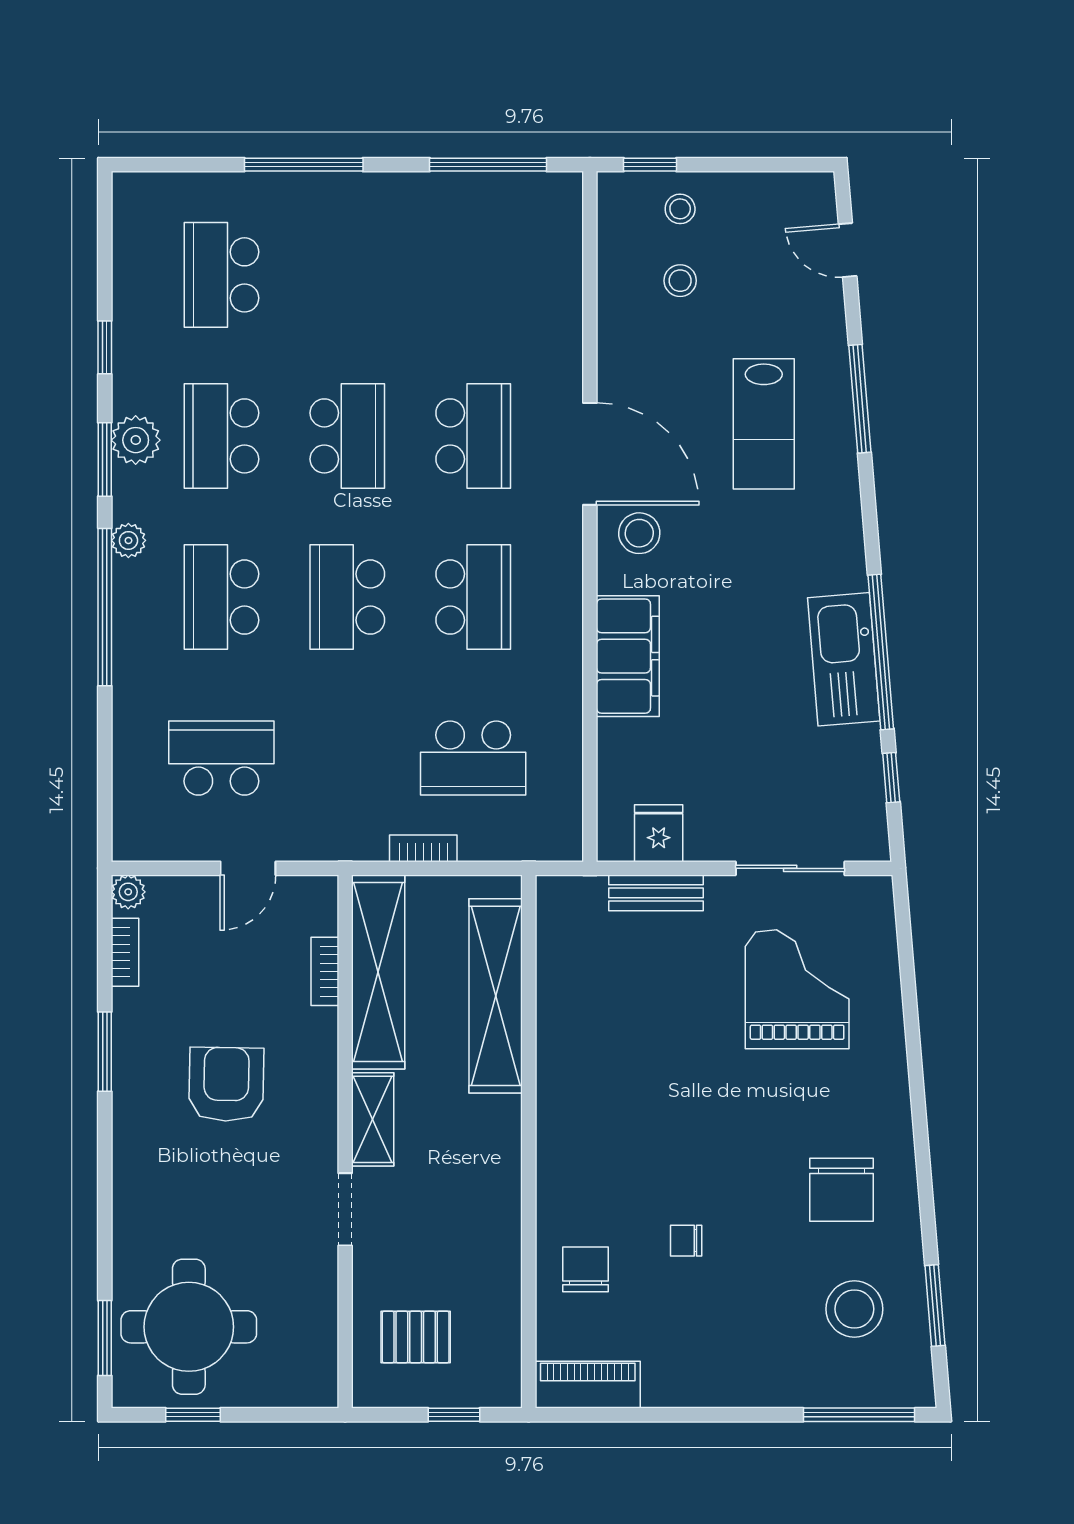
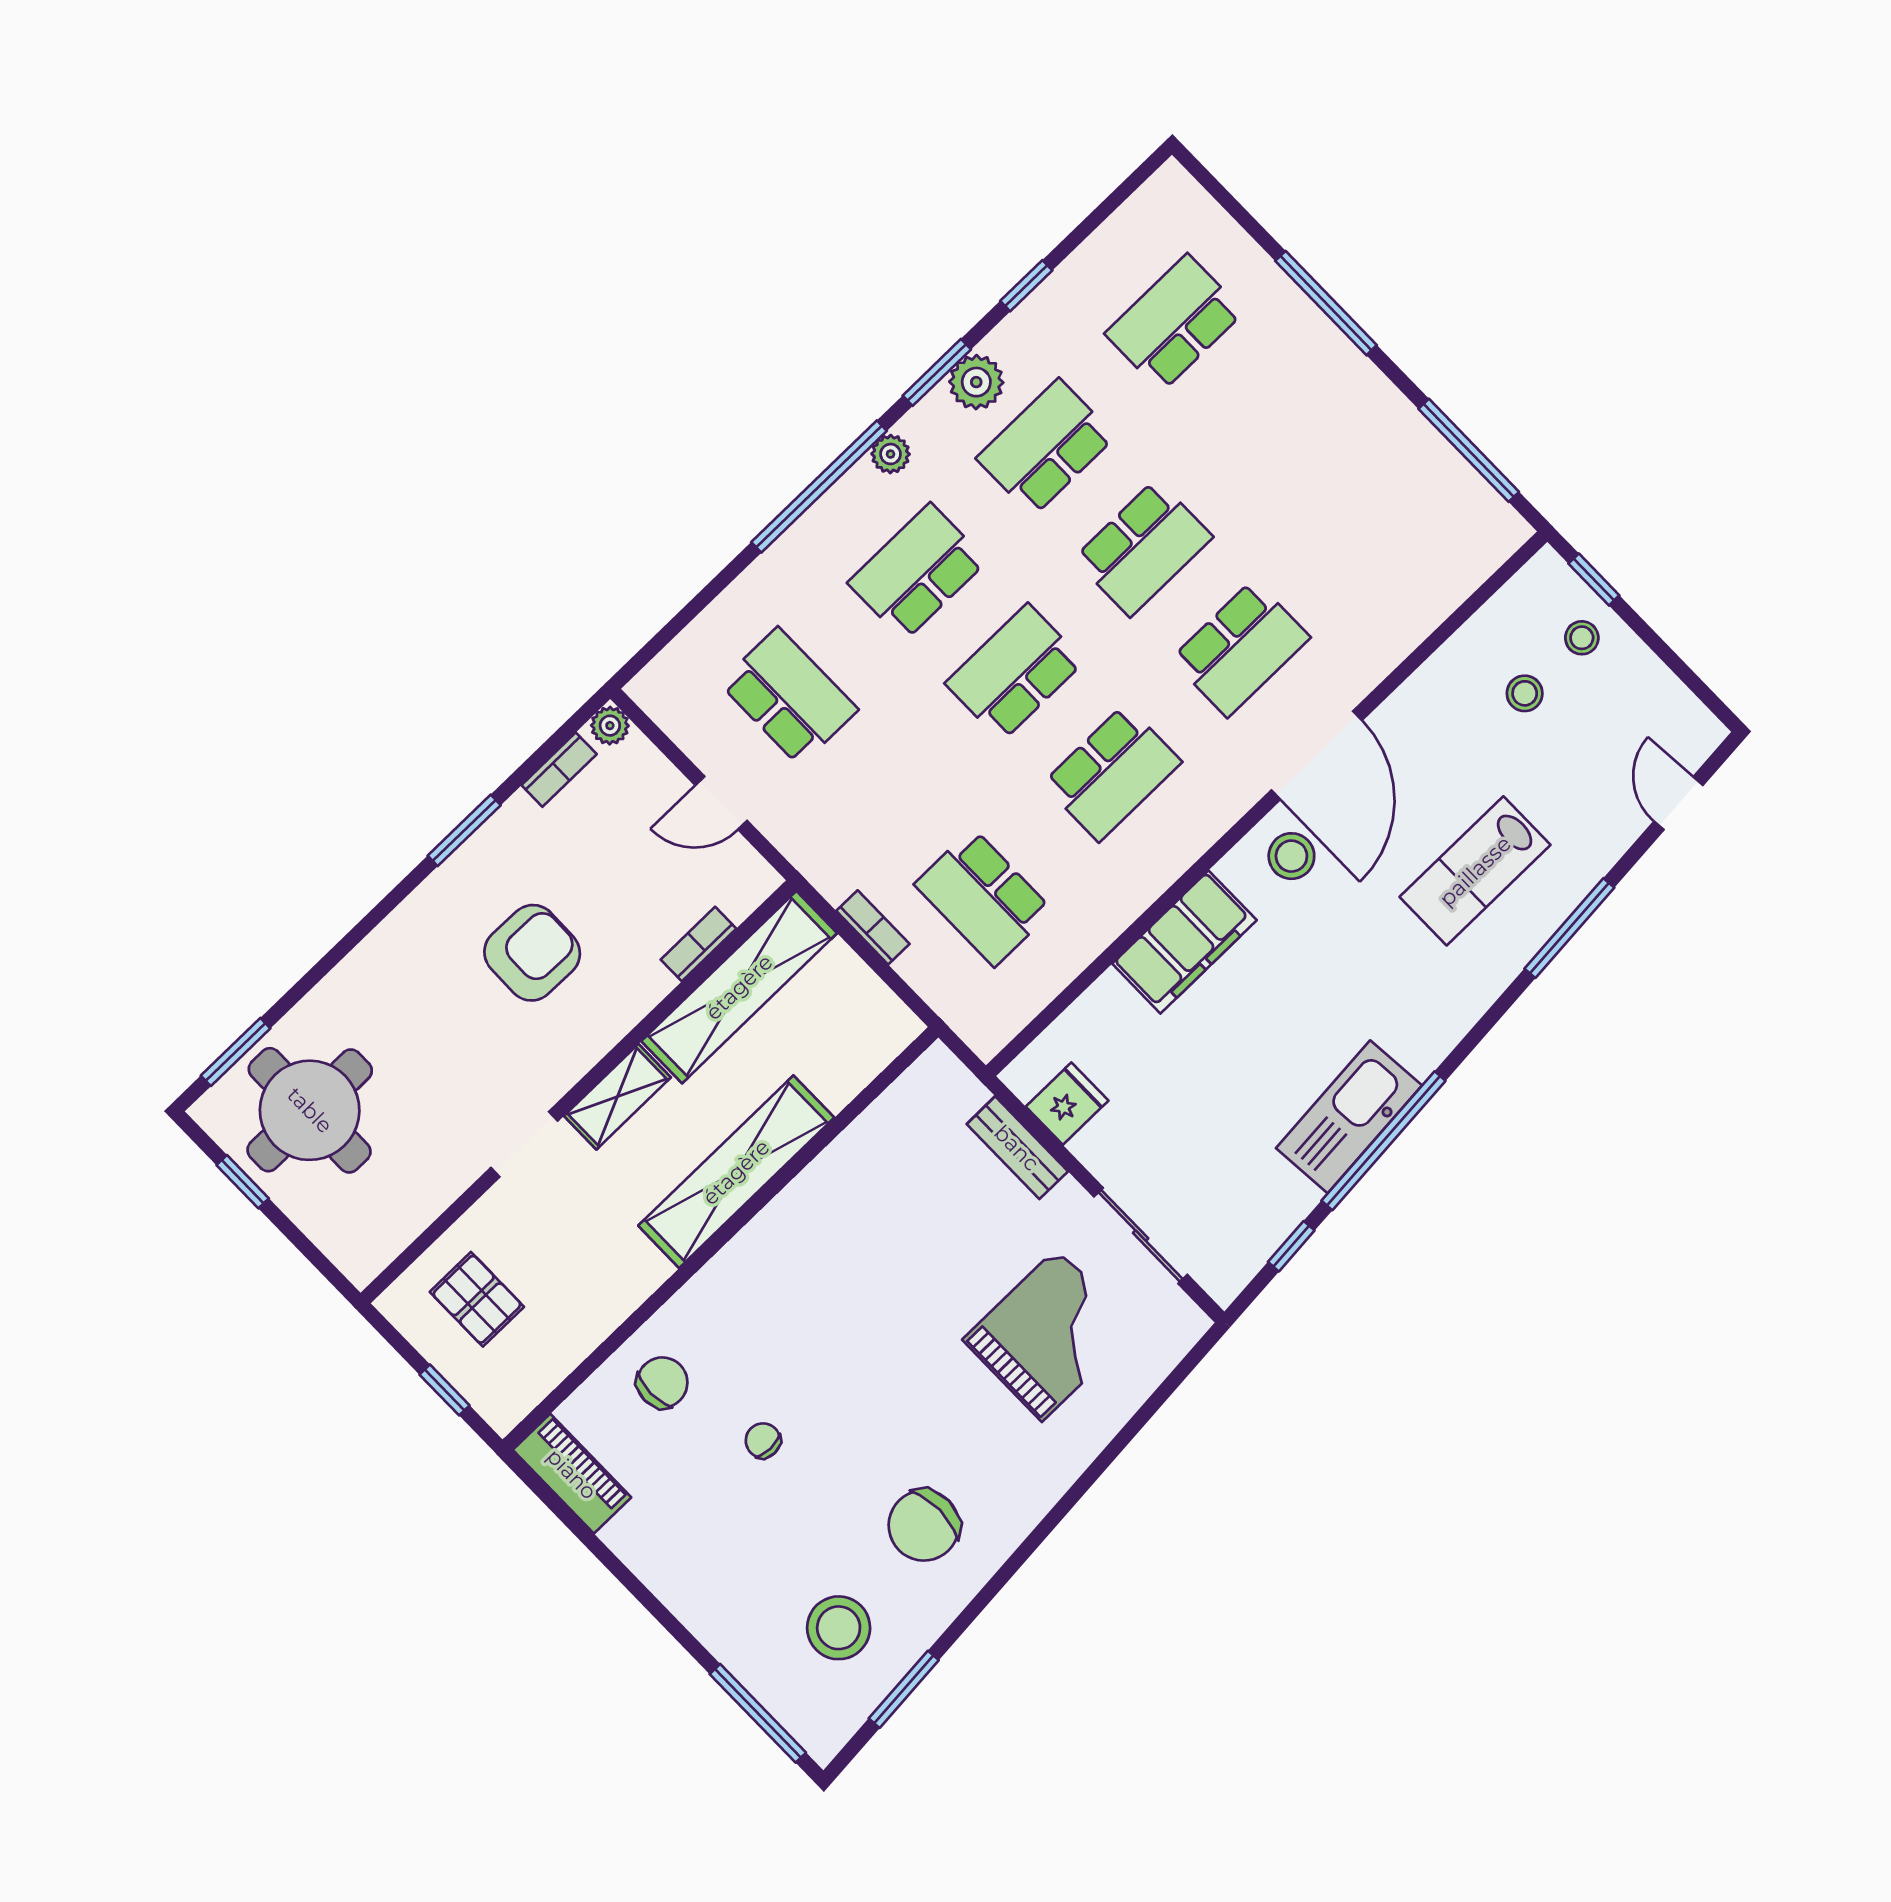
shelving: (496, 996) -> (736, 1172), moved

